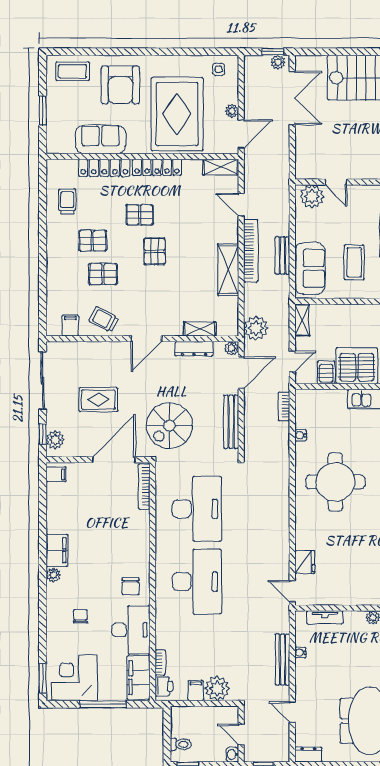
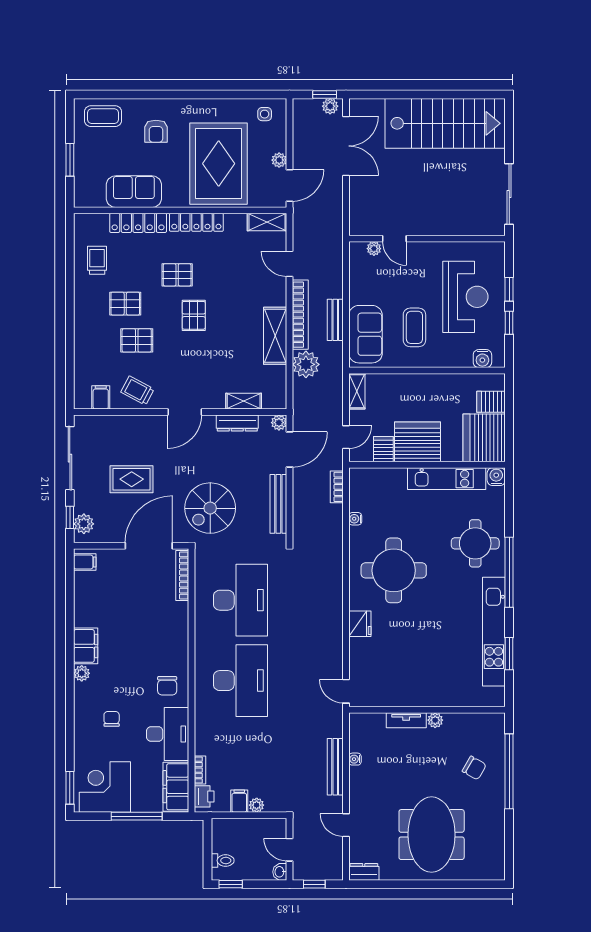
armchair: (120, 85) -> (156, 131), width x0.53, depth x0.53
plant: (312, 196) -> (374, 249), width x0.53, depth x0.53
plant: (256, 328) -> (306, 364), moved
fridge: (305, 562) -> (360, 624), moved
tv unit: (325, 617) -> (406, 720), moved
plant: (217, 688) -> (257, 805), width x0.53, depth x0.53

